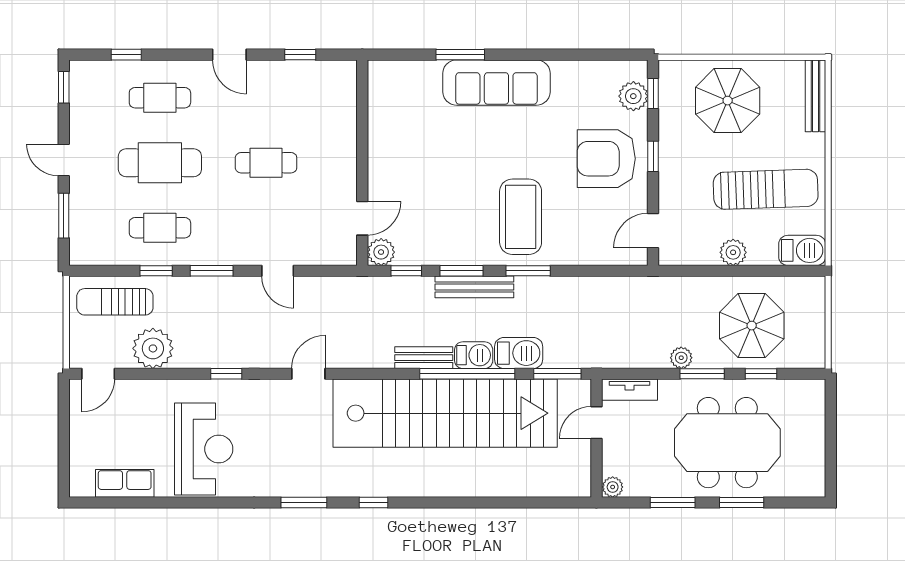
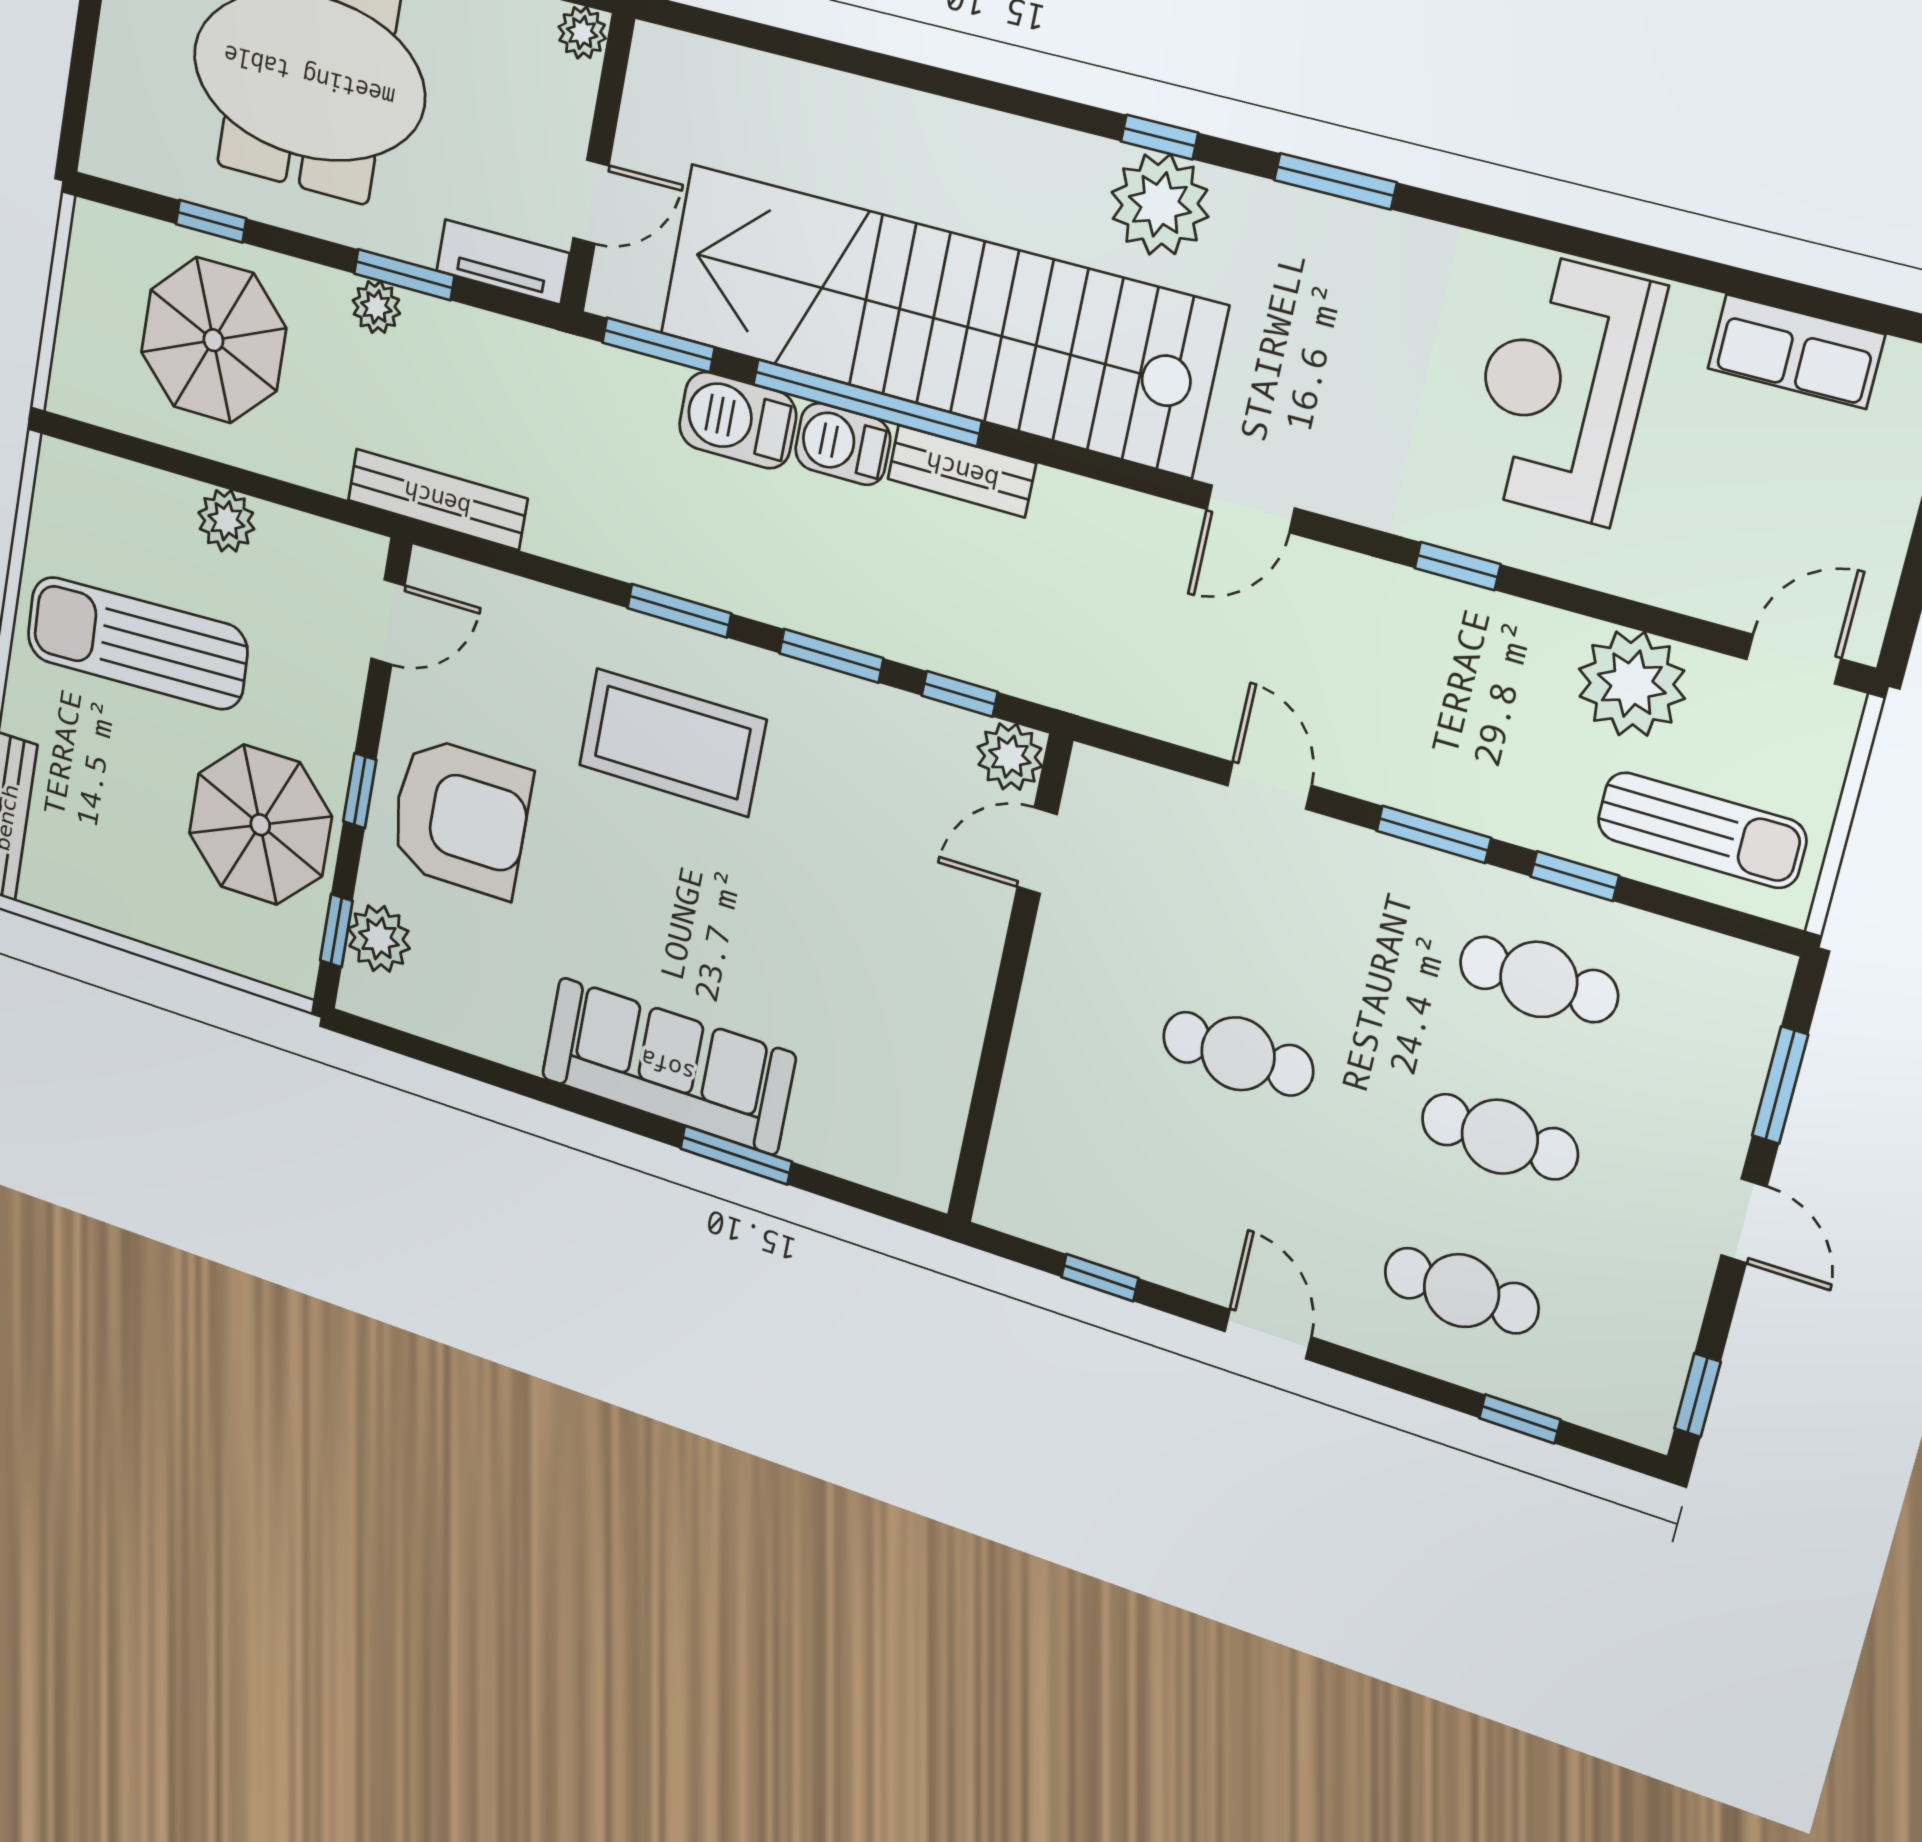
parasol: (728, 101) -> (260, 825), moved
cafe table: (160, 163) -> (1500, 1137), width x0.73, depth x0.74
coffee table: (521, 217) -> (672, 743), turned 90
barbecue: (802, 250) -> (83, 482), removed
bench: (474, 287) -> (437, 499), moved
window: (702, 374) -> (404, 275), moved
plant: (368, 478) -> (1160, 204), added

